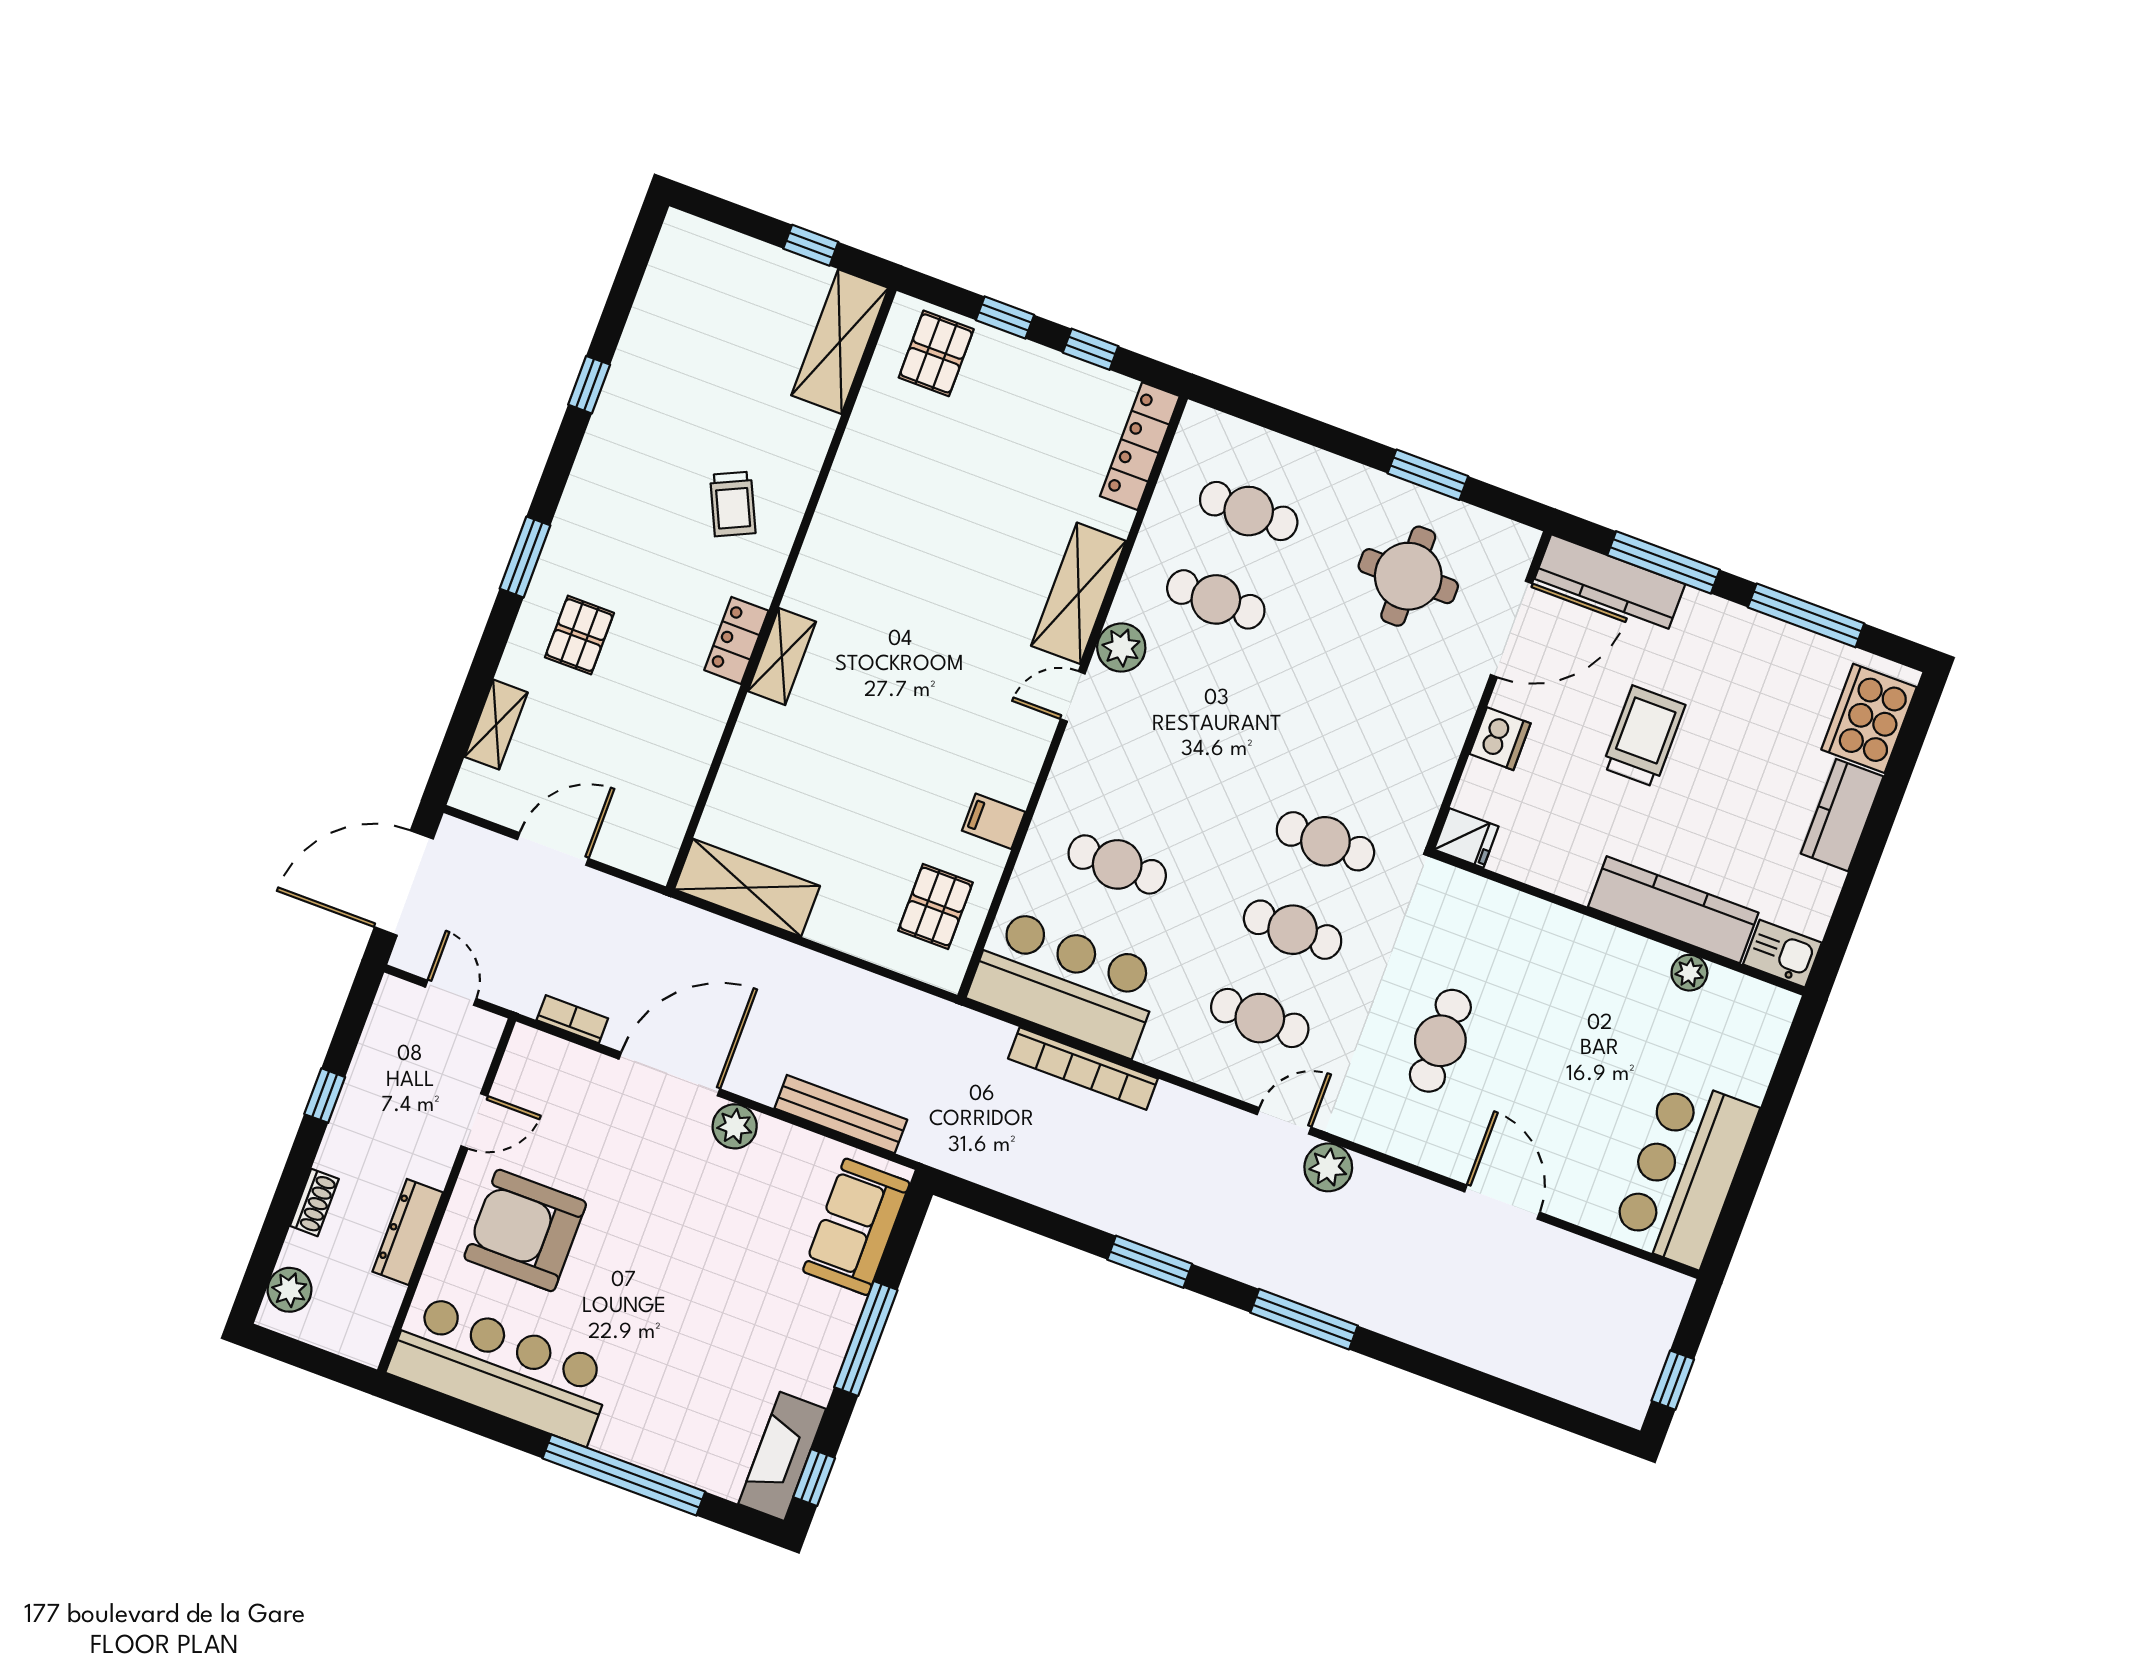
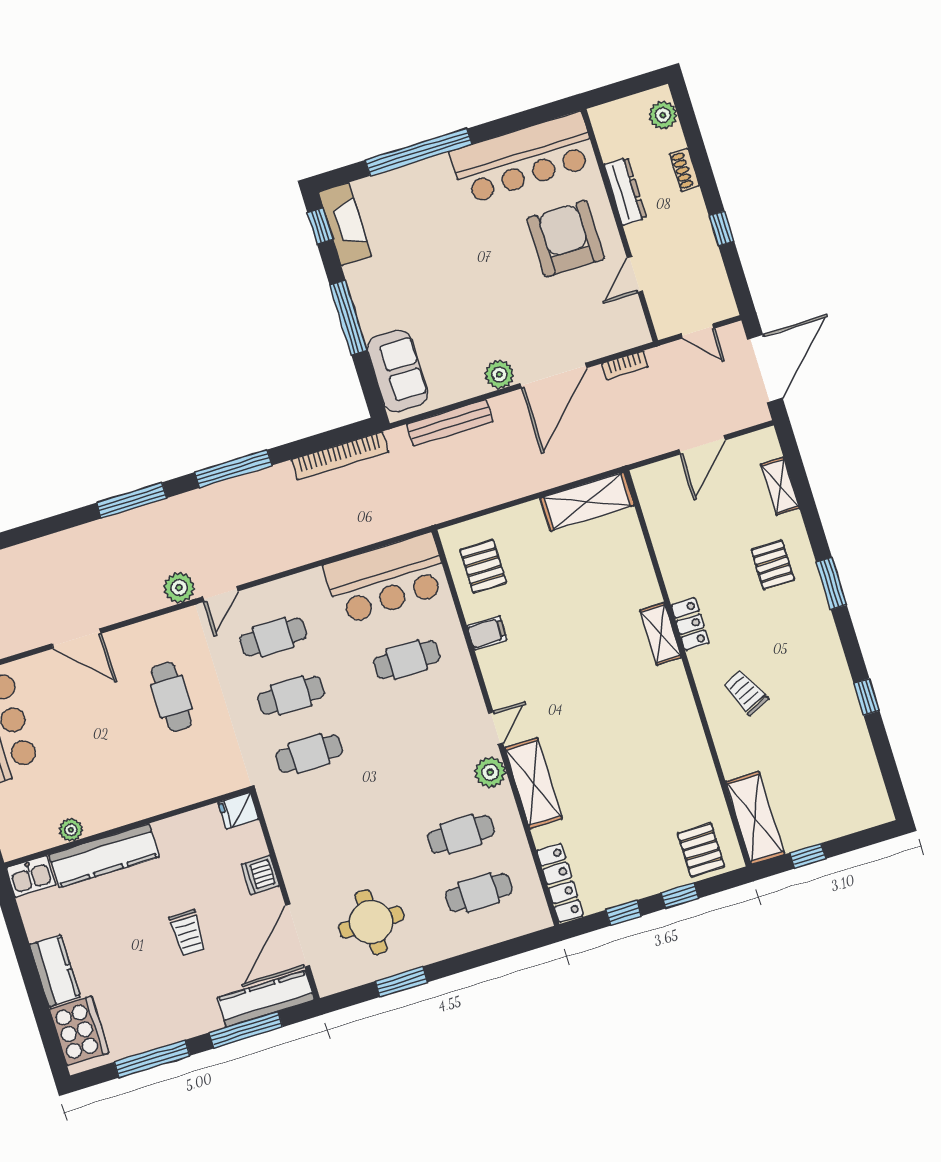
trolley: (1644, 736) -> (188, 933), width x0.73, depth x0.72
bookcase: (1083, 1069) -> (340, 456), moved, turned 180
armchair: (525, 1230) -> (566, 239), turned -90
window: (1150, 1262) -> (233, 469), width x1.44

